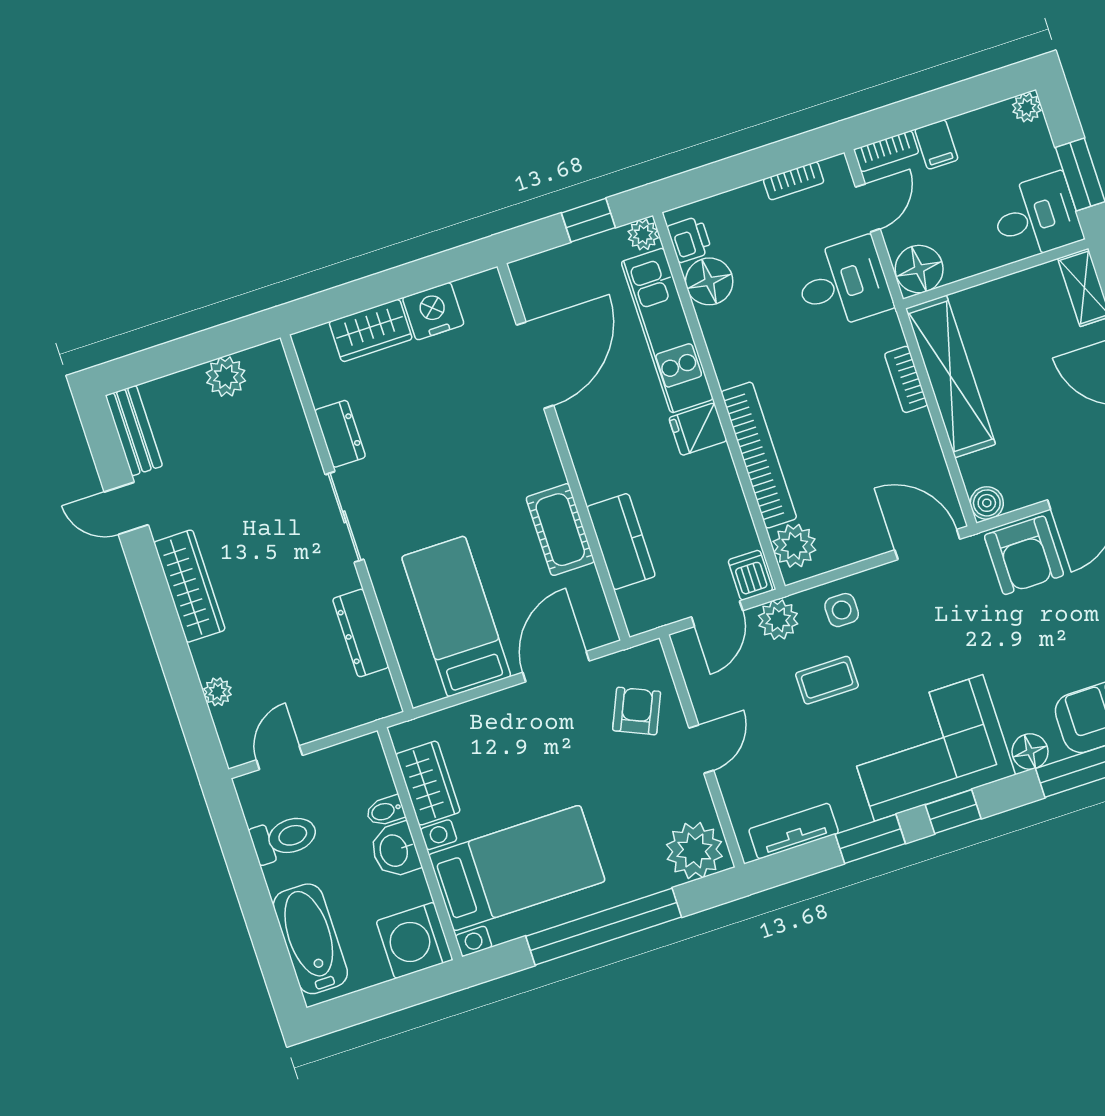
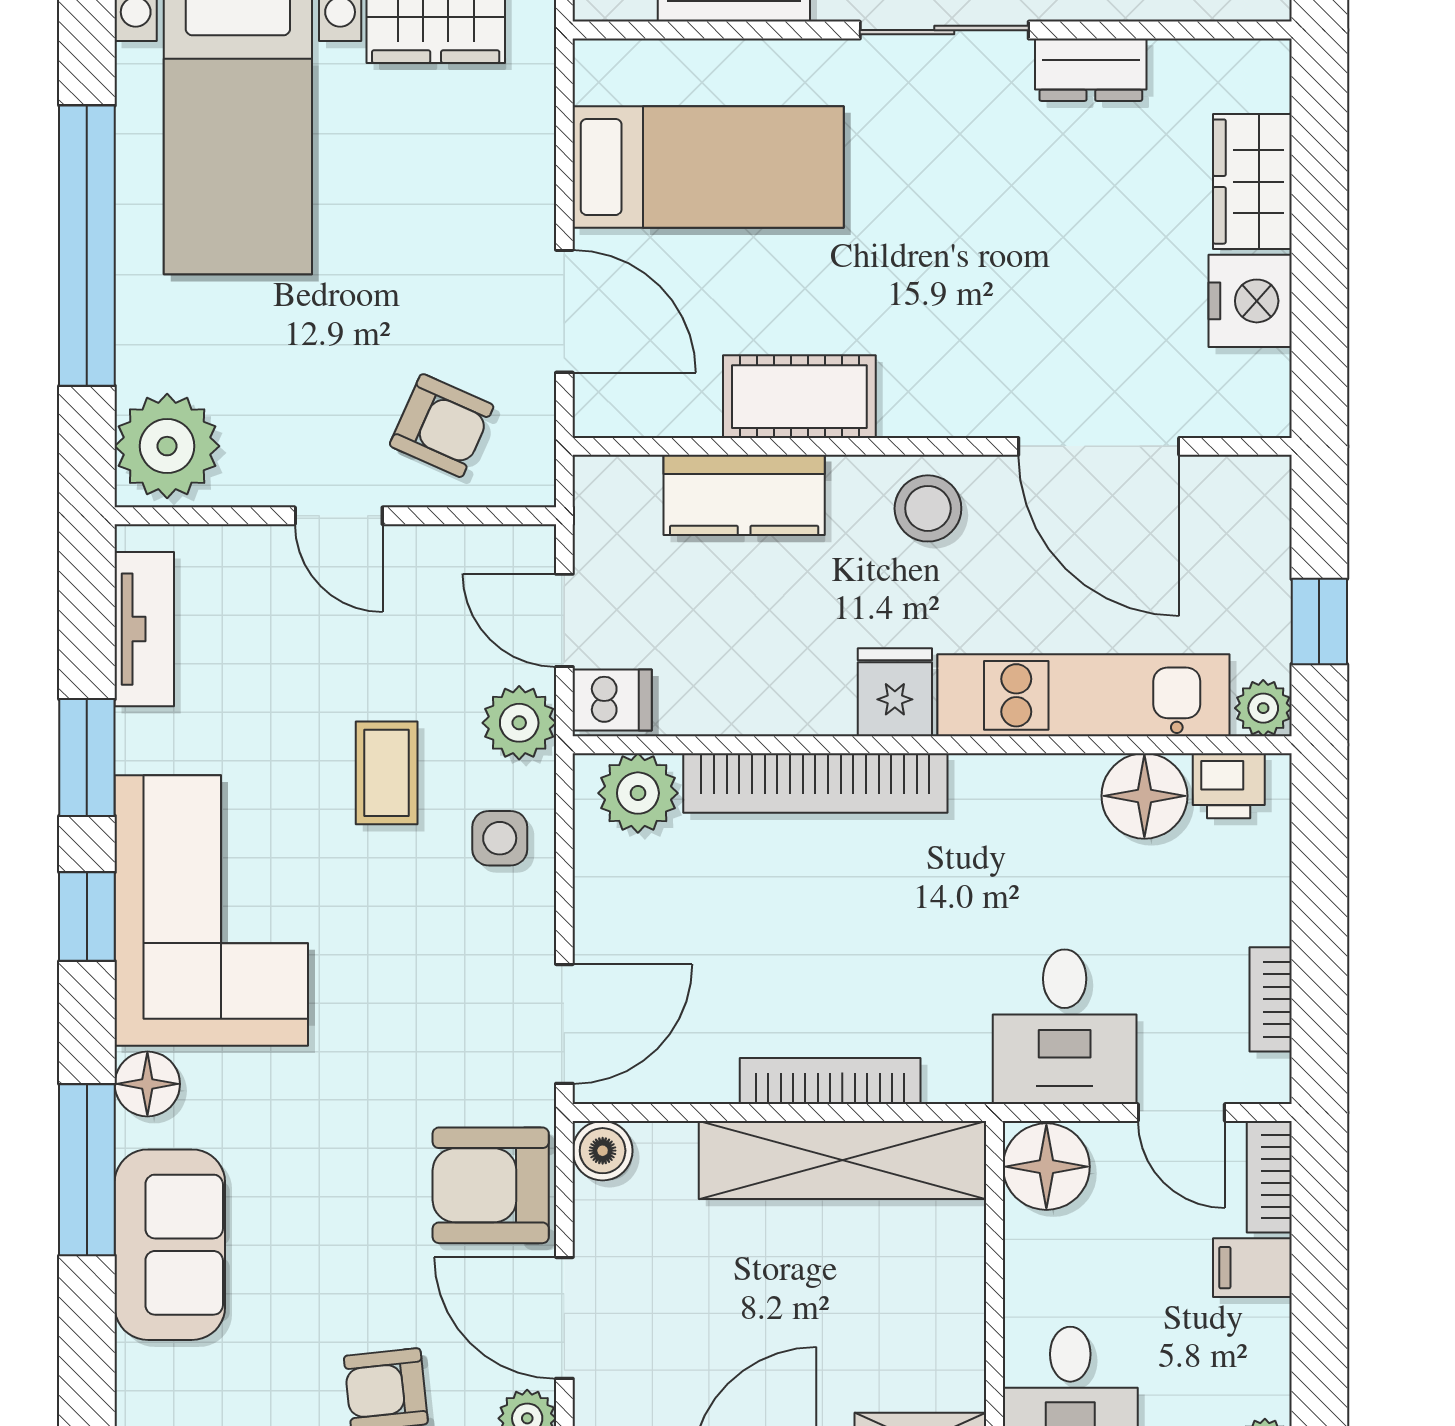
bookcase: (906, 379) -> (830, 1081), width x1.56
stool: (597, 443) -> (928, 508), added

